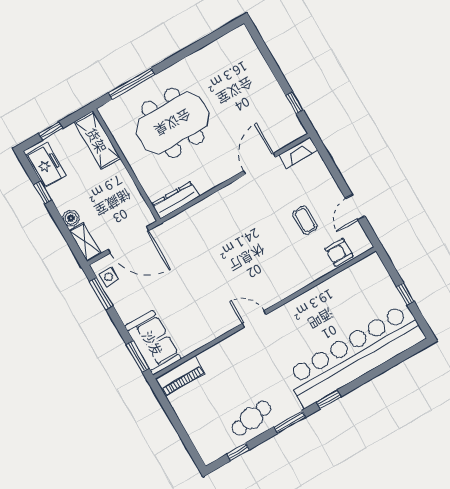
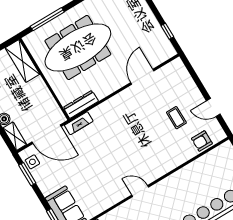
meeting table: (173, 123) -> (78, 47), width x1.36
fireplace: (298, 153) -> (79, 123), moved
door: (355, 207) -> (213, 108), hinge flipped

